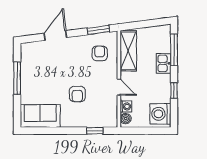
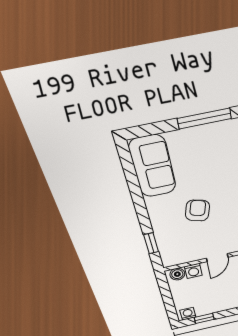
window: (174, 91) -> (204, 318), moved
armchair: (77, 94) -> (198, 210), turned 106
washing machine: (160, 114) -> (188, 314), width x0.53, depth x0.53

